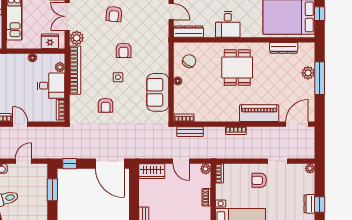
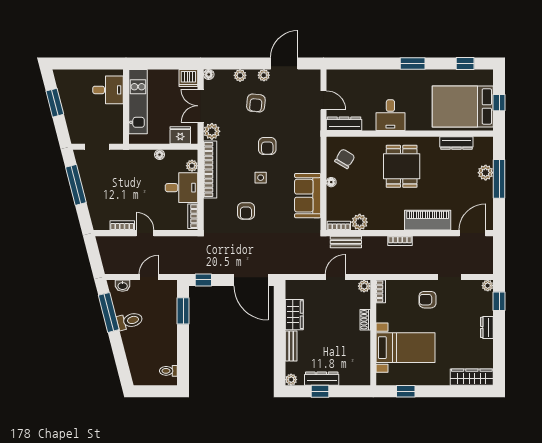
plant: (202, 115) -> (360, 222), added
door: (181, 161) -> (335, 277), swing flipped
wardrobe: (152, 171) -> (294, 315), moved, turned -90
window: (320, 205) -> (499, 301), moved

